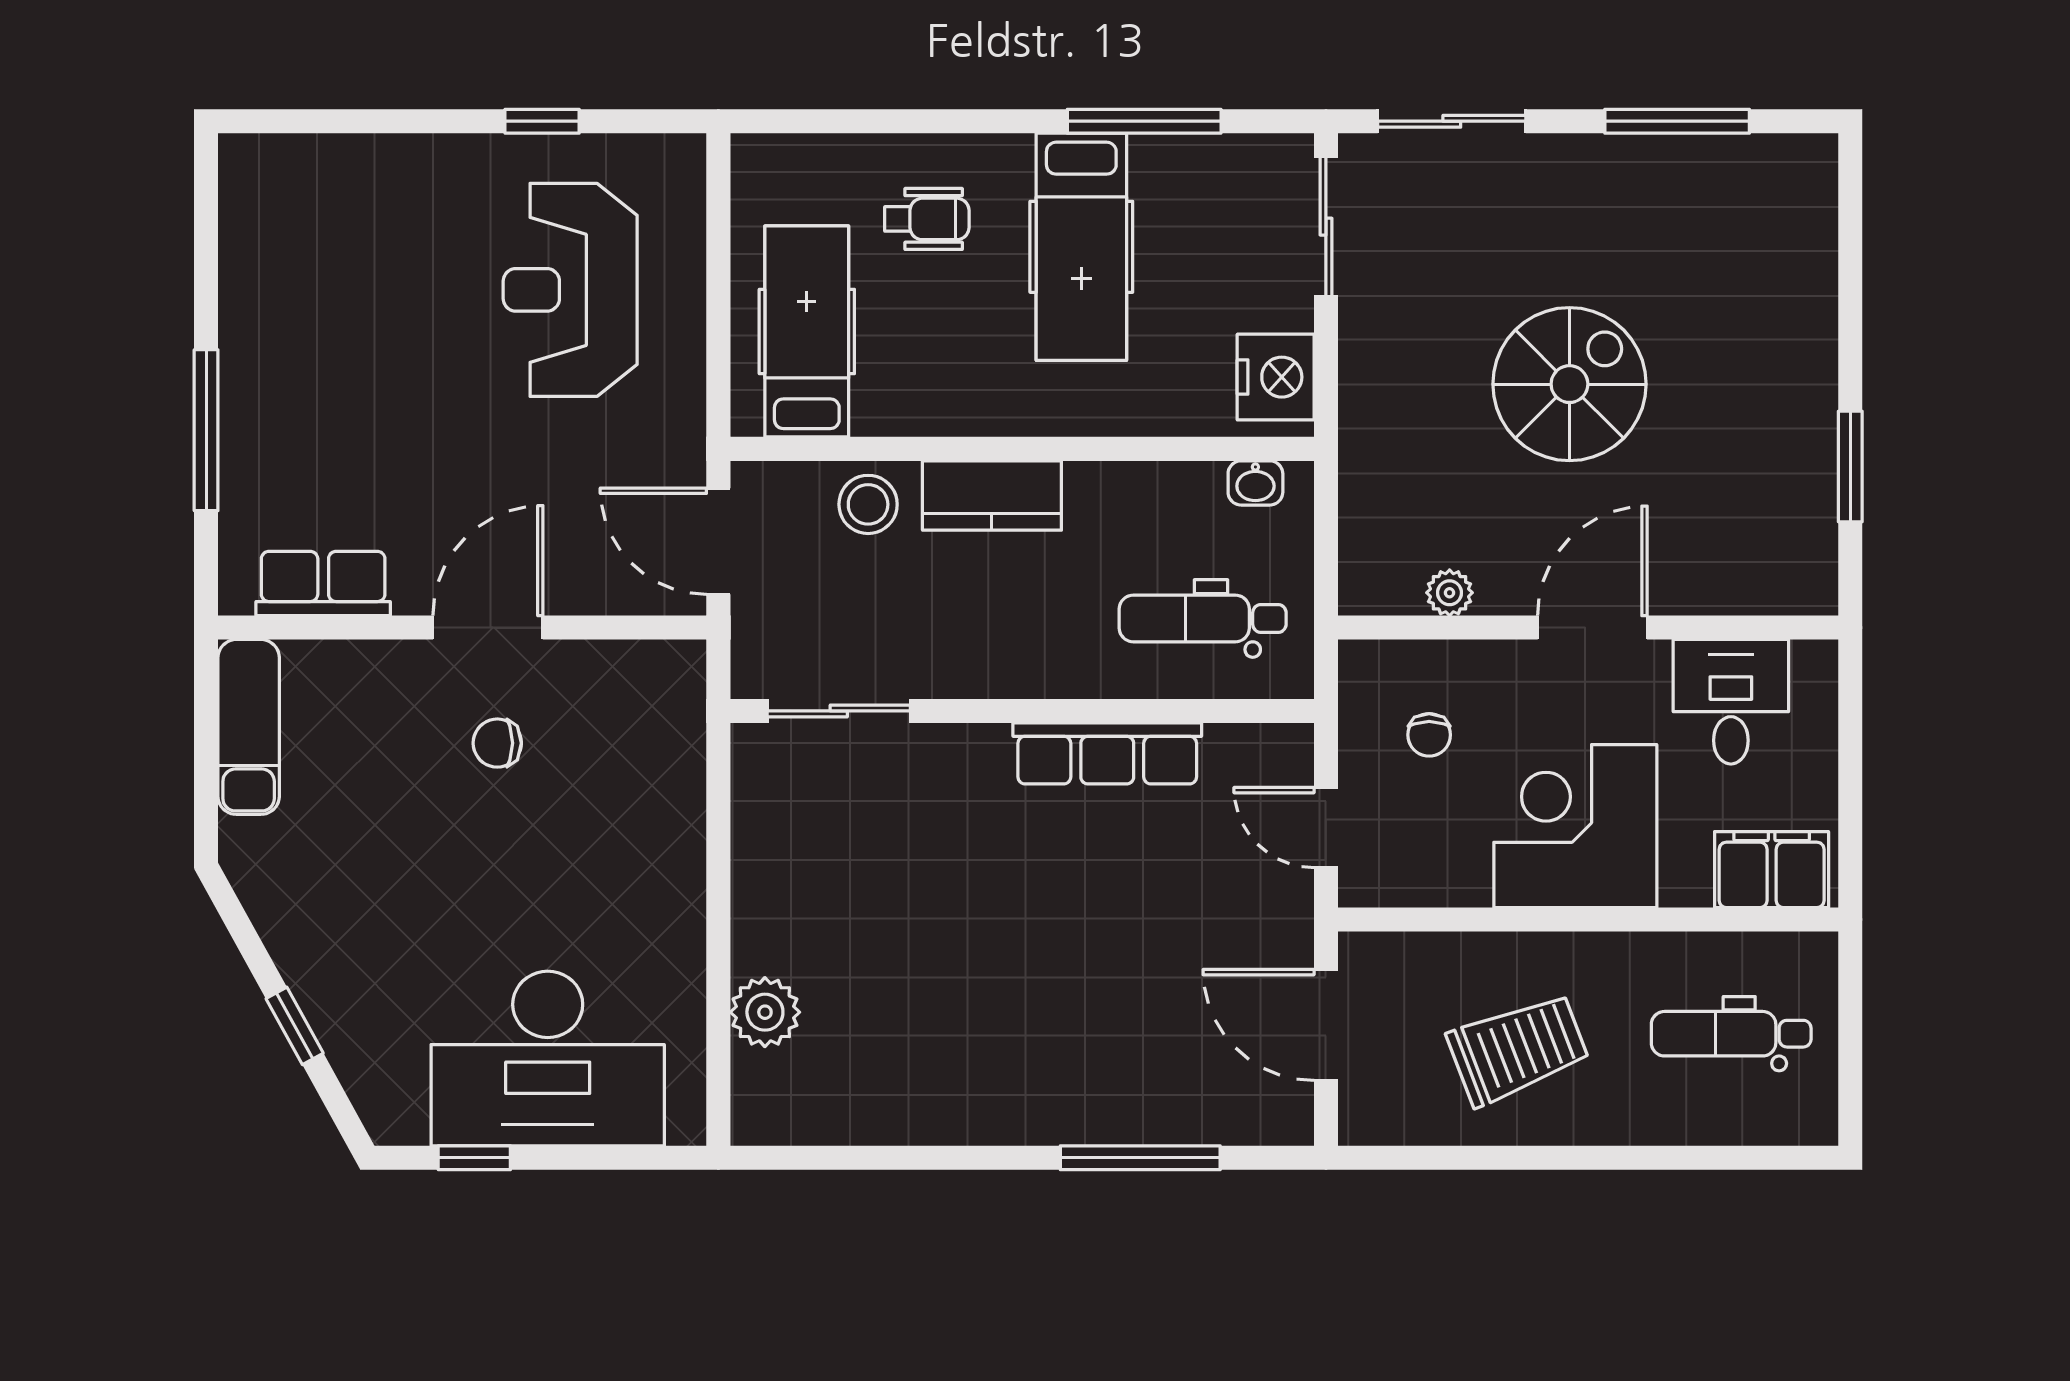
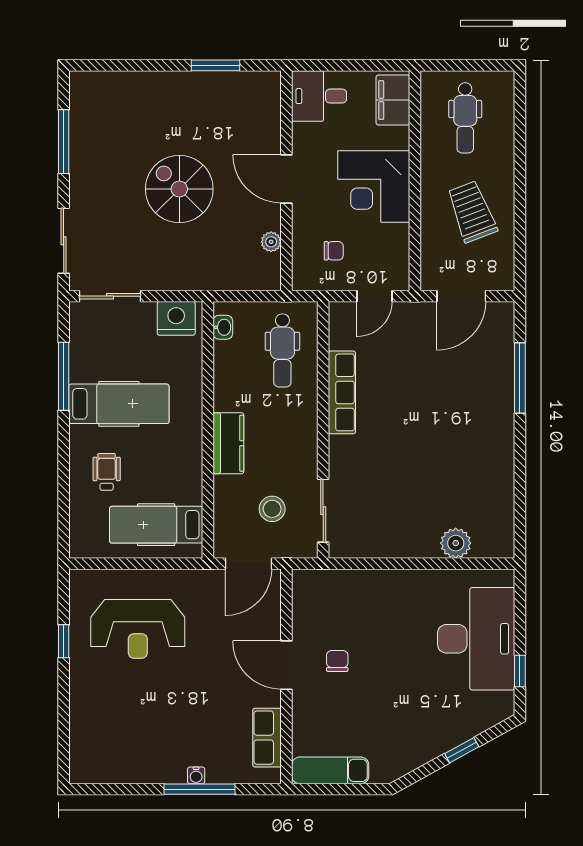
water cooler: (237, 422) -> (196, 775), added
stool: (868, 504) -> (272, 509), moved
desk: (1731, 702) -> (319, 96), moved
chair: (497, 743) -> (337, 661), turned 180

